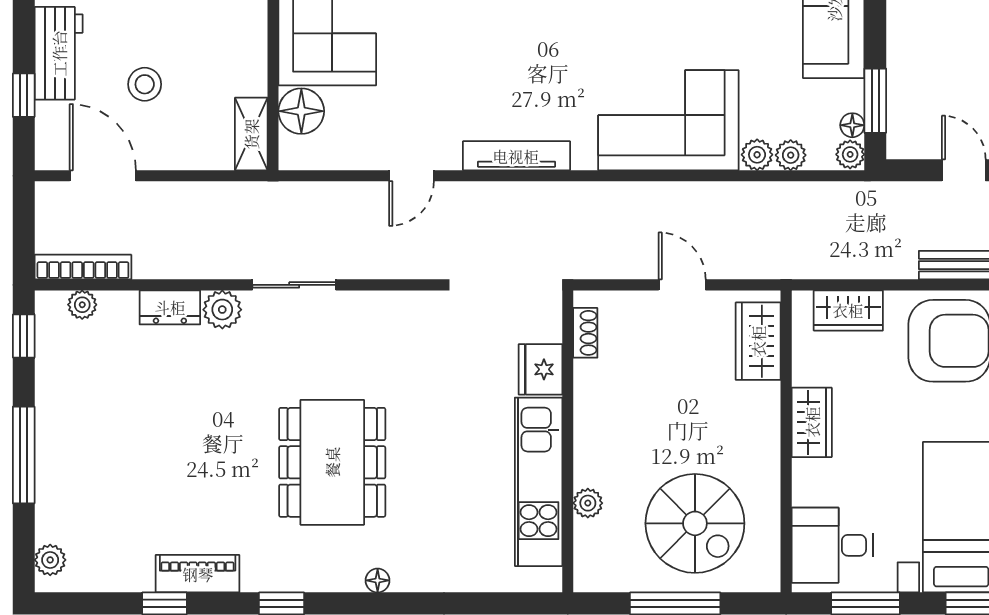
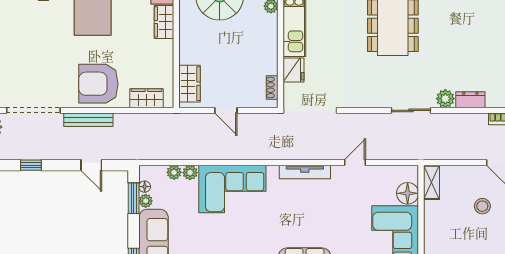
plant: (850, 154) -> (146, 201), moved
wardrobe: (812, 422) -> (164, 22), moved

